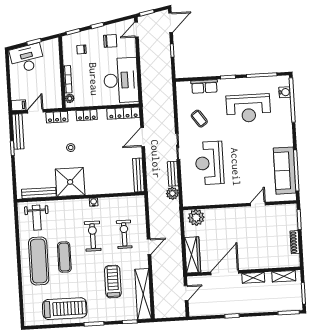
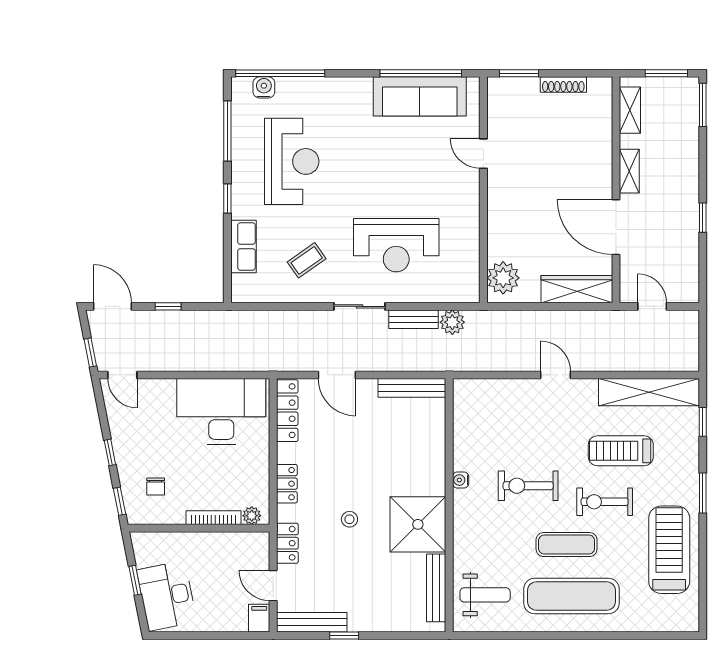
chair: (110, 41) -> (142, 428), removed
exercise bike: (124, 234) -> (605, 502), moved

